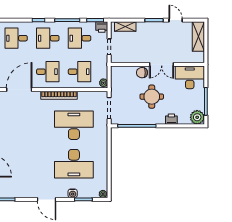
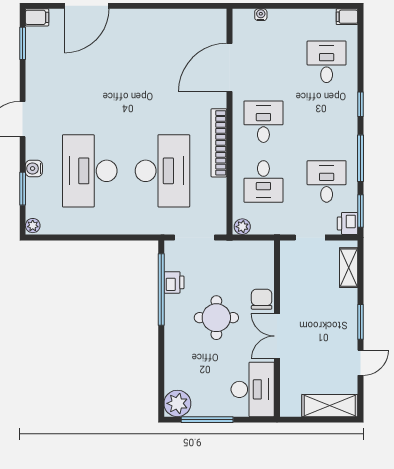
desk: (48, 38) -> (327, 122), removed
desk: (48, 72) -> (263, 122), turned 180
door: (19, 90) -> (230, 68), swing flipped
printer: (171, 119) -> (174, 282), moved

